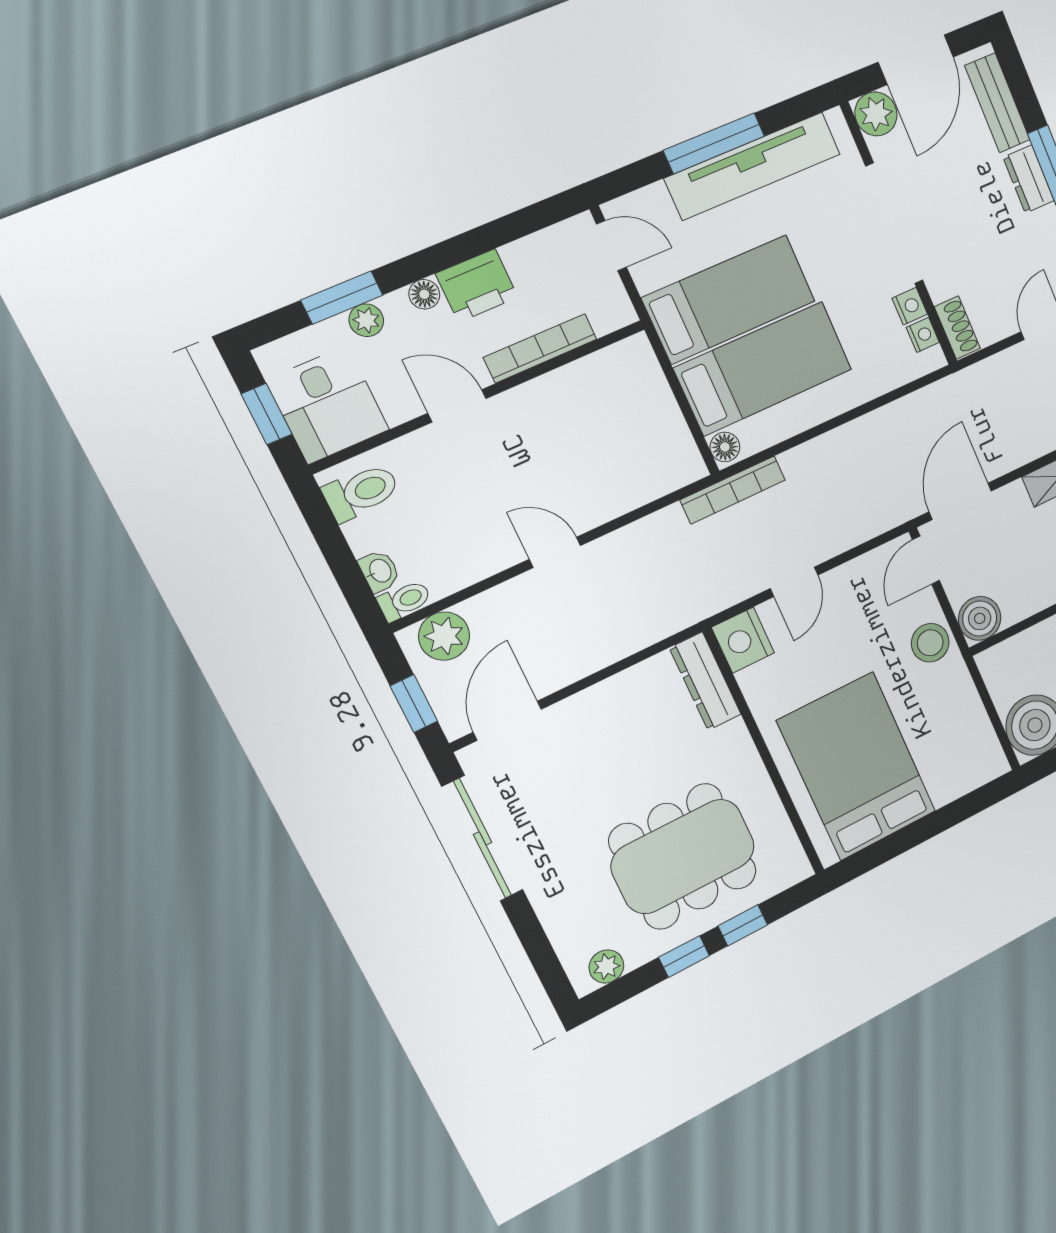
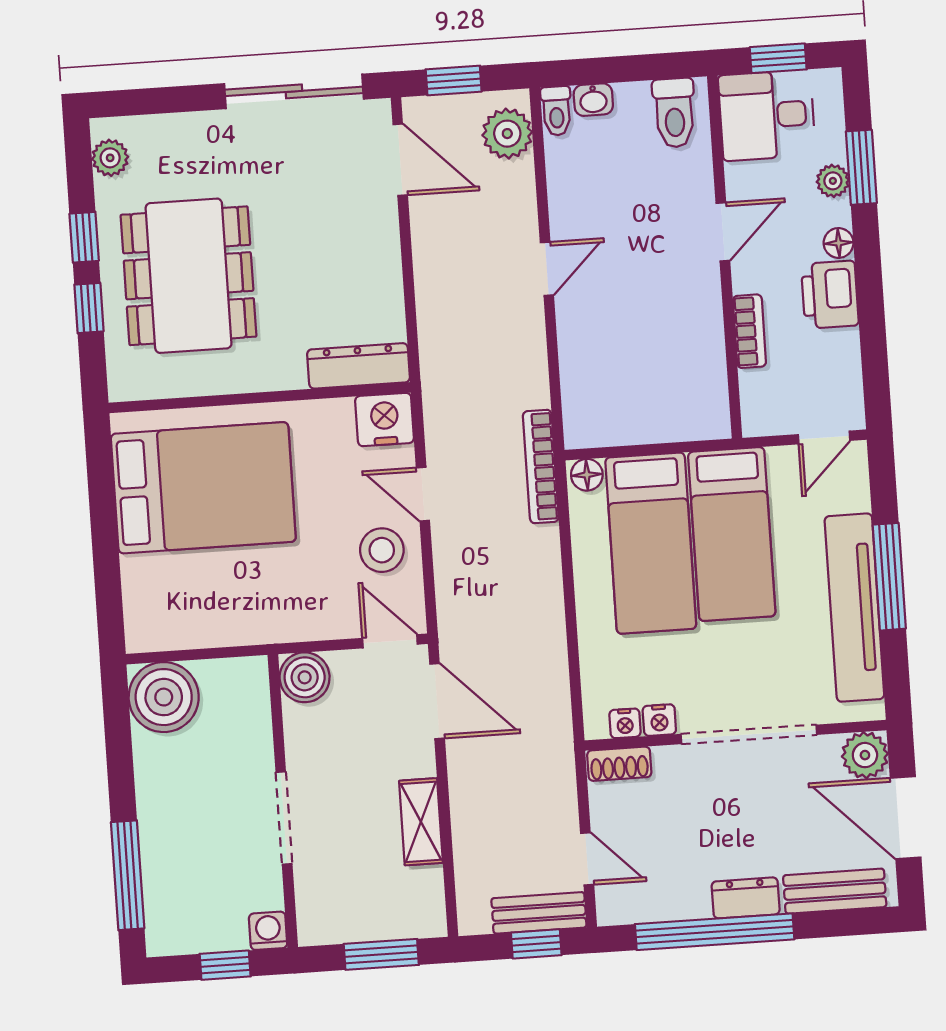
bookcase: (540, 348) -> (749, 331), width x0.64
stool: (930, 643) -> (382, 550), moved

